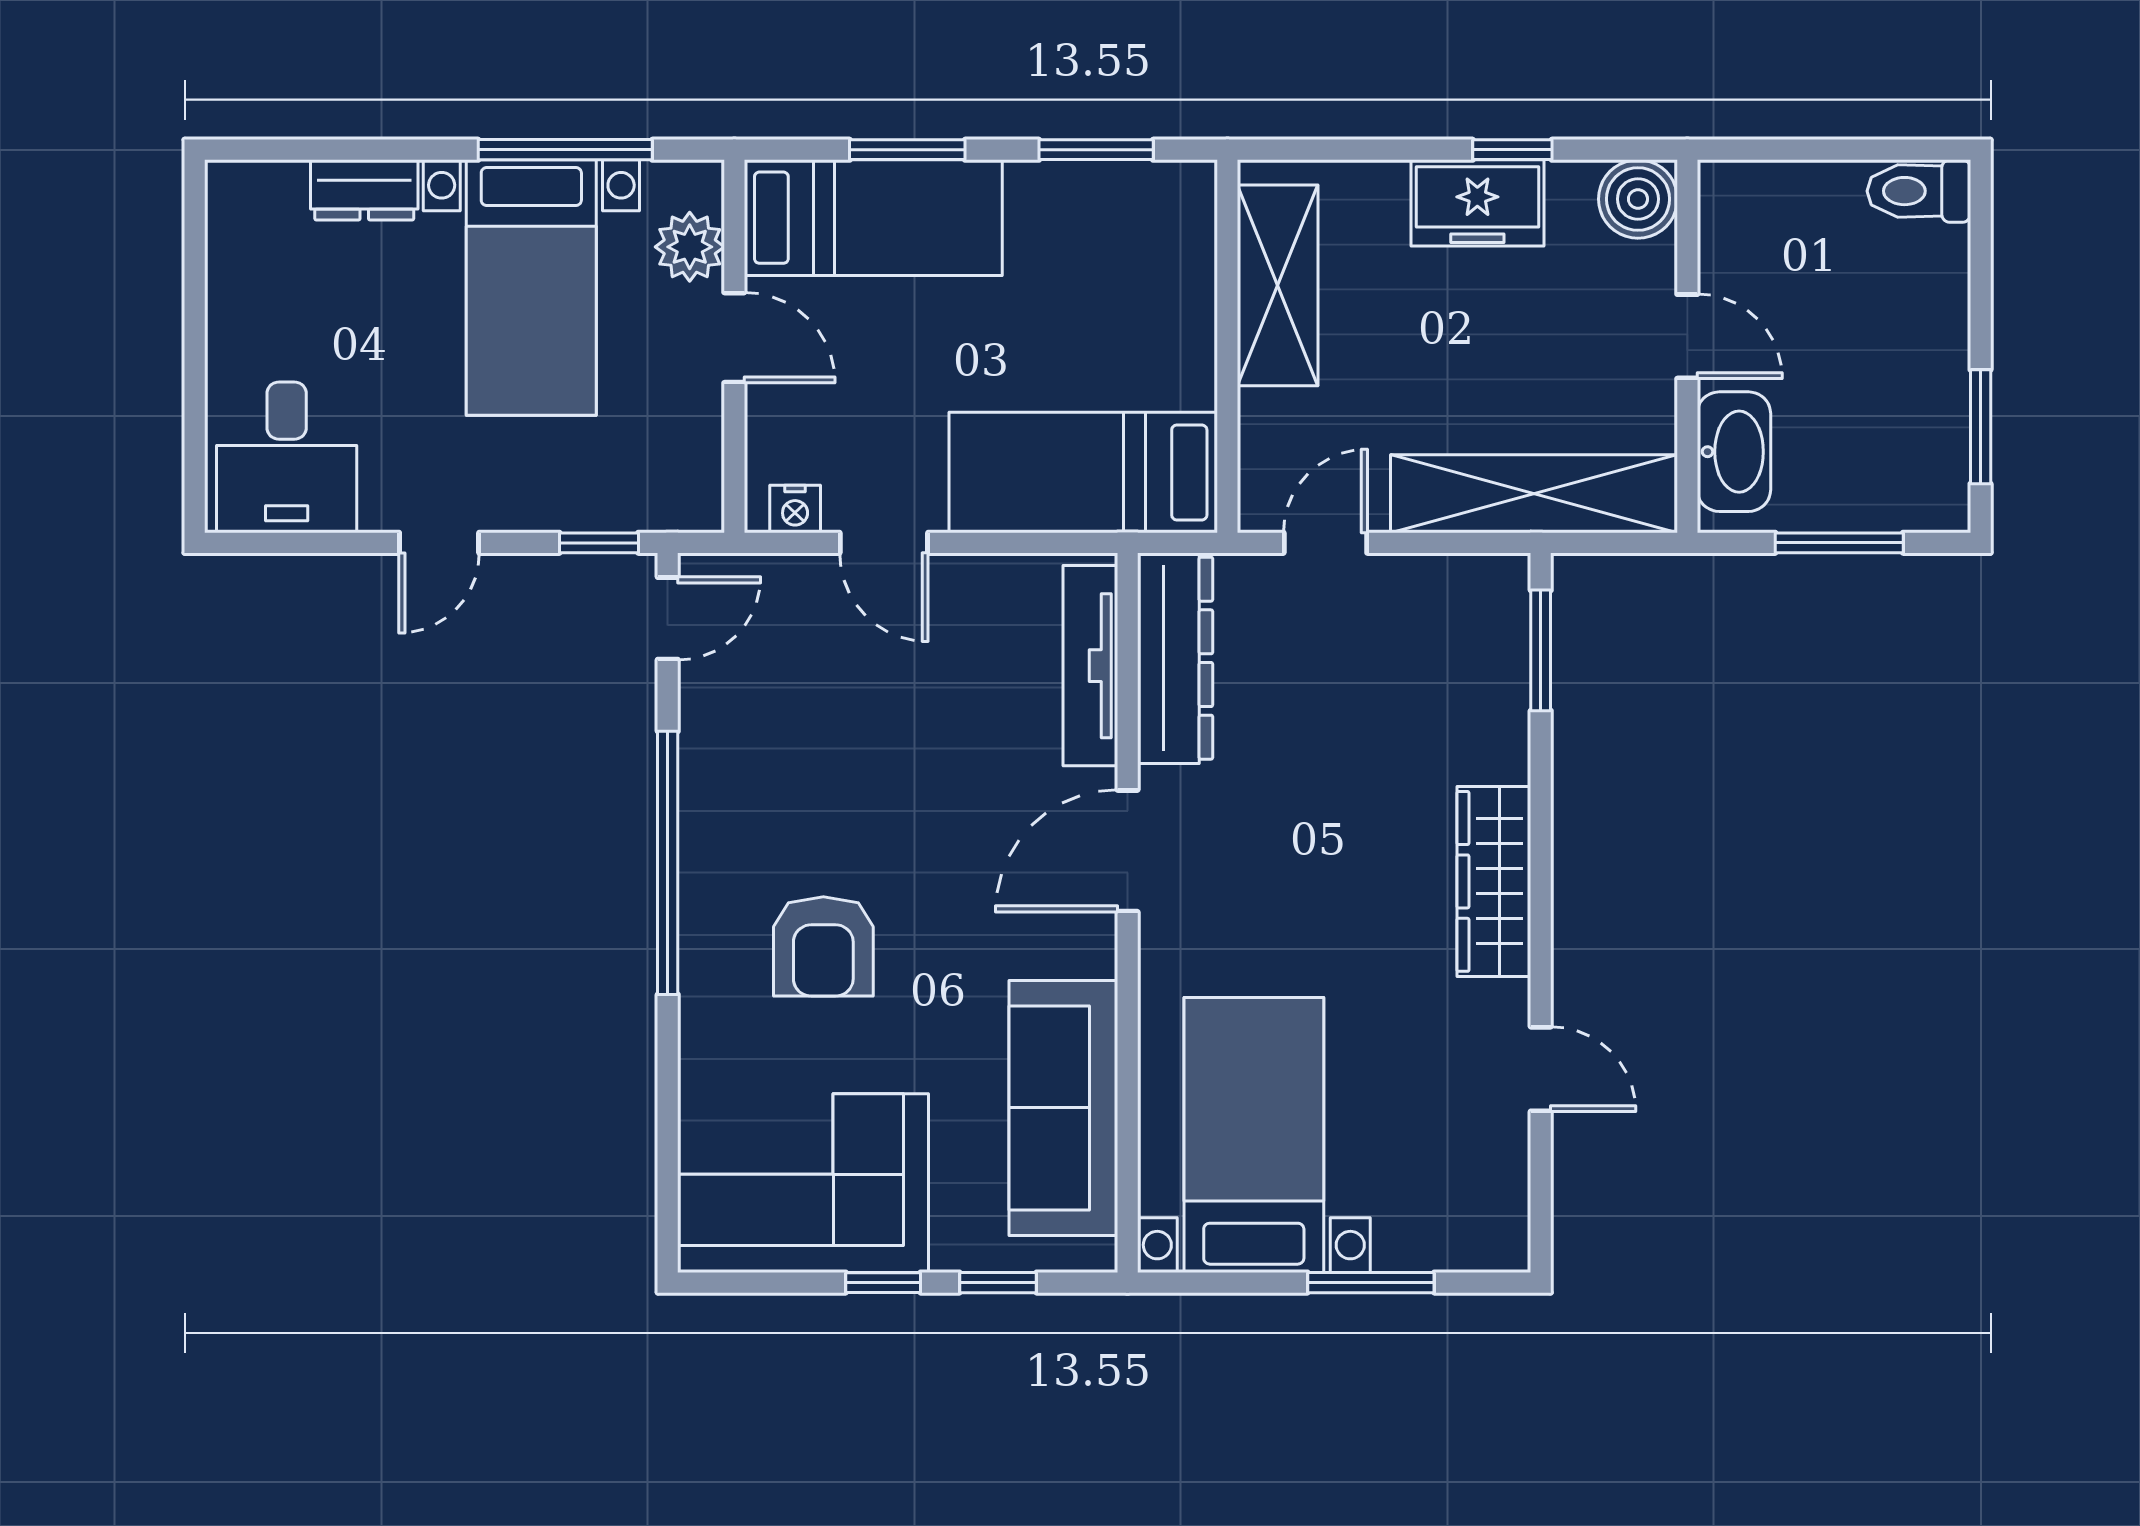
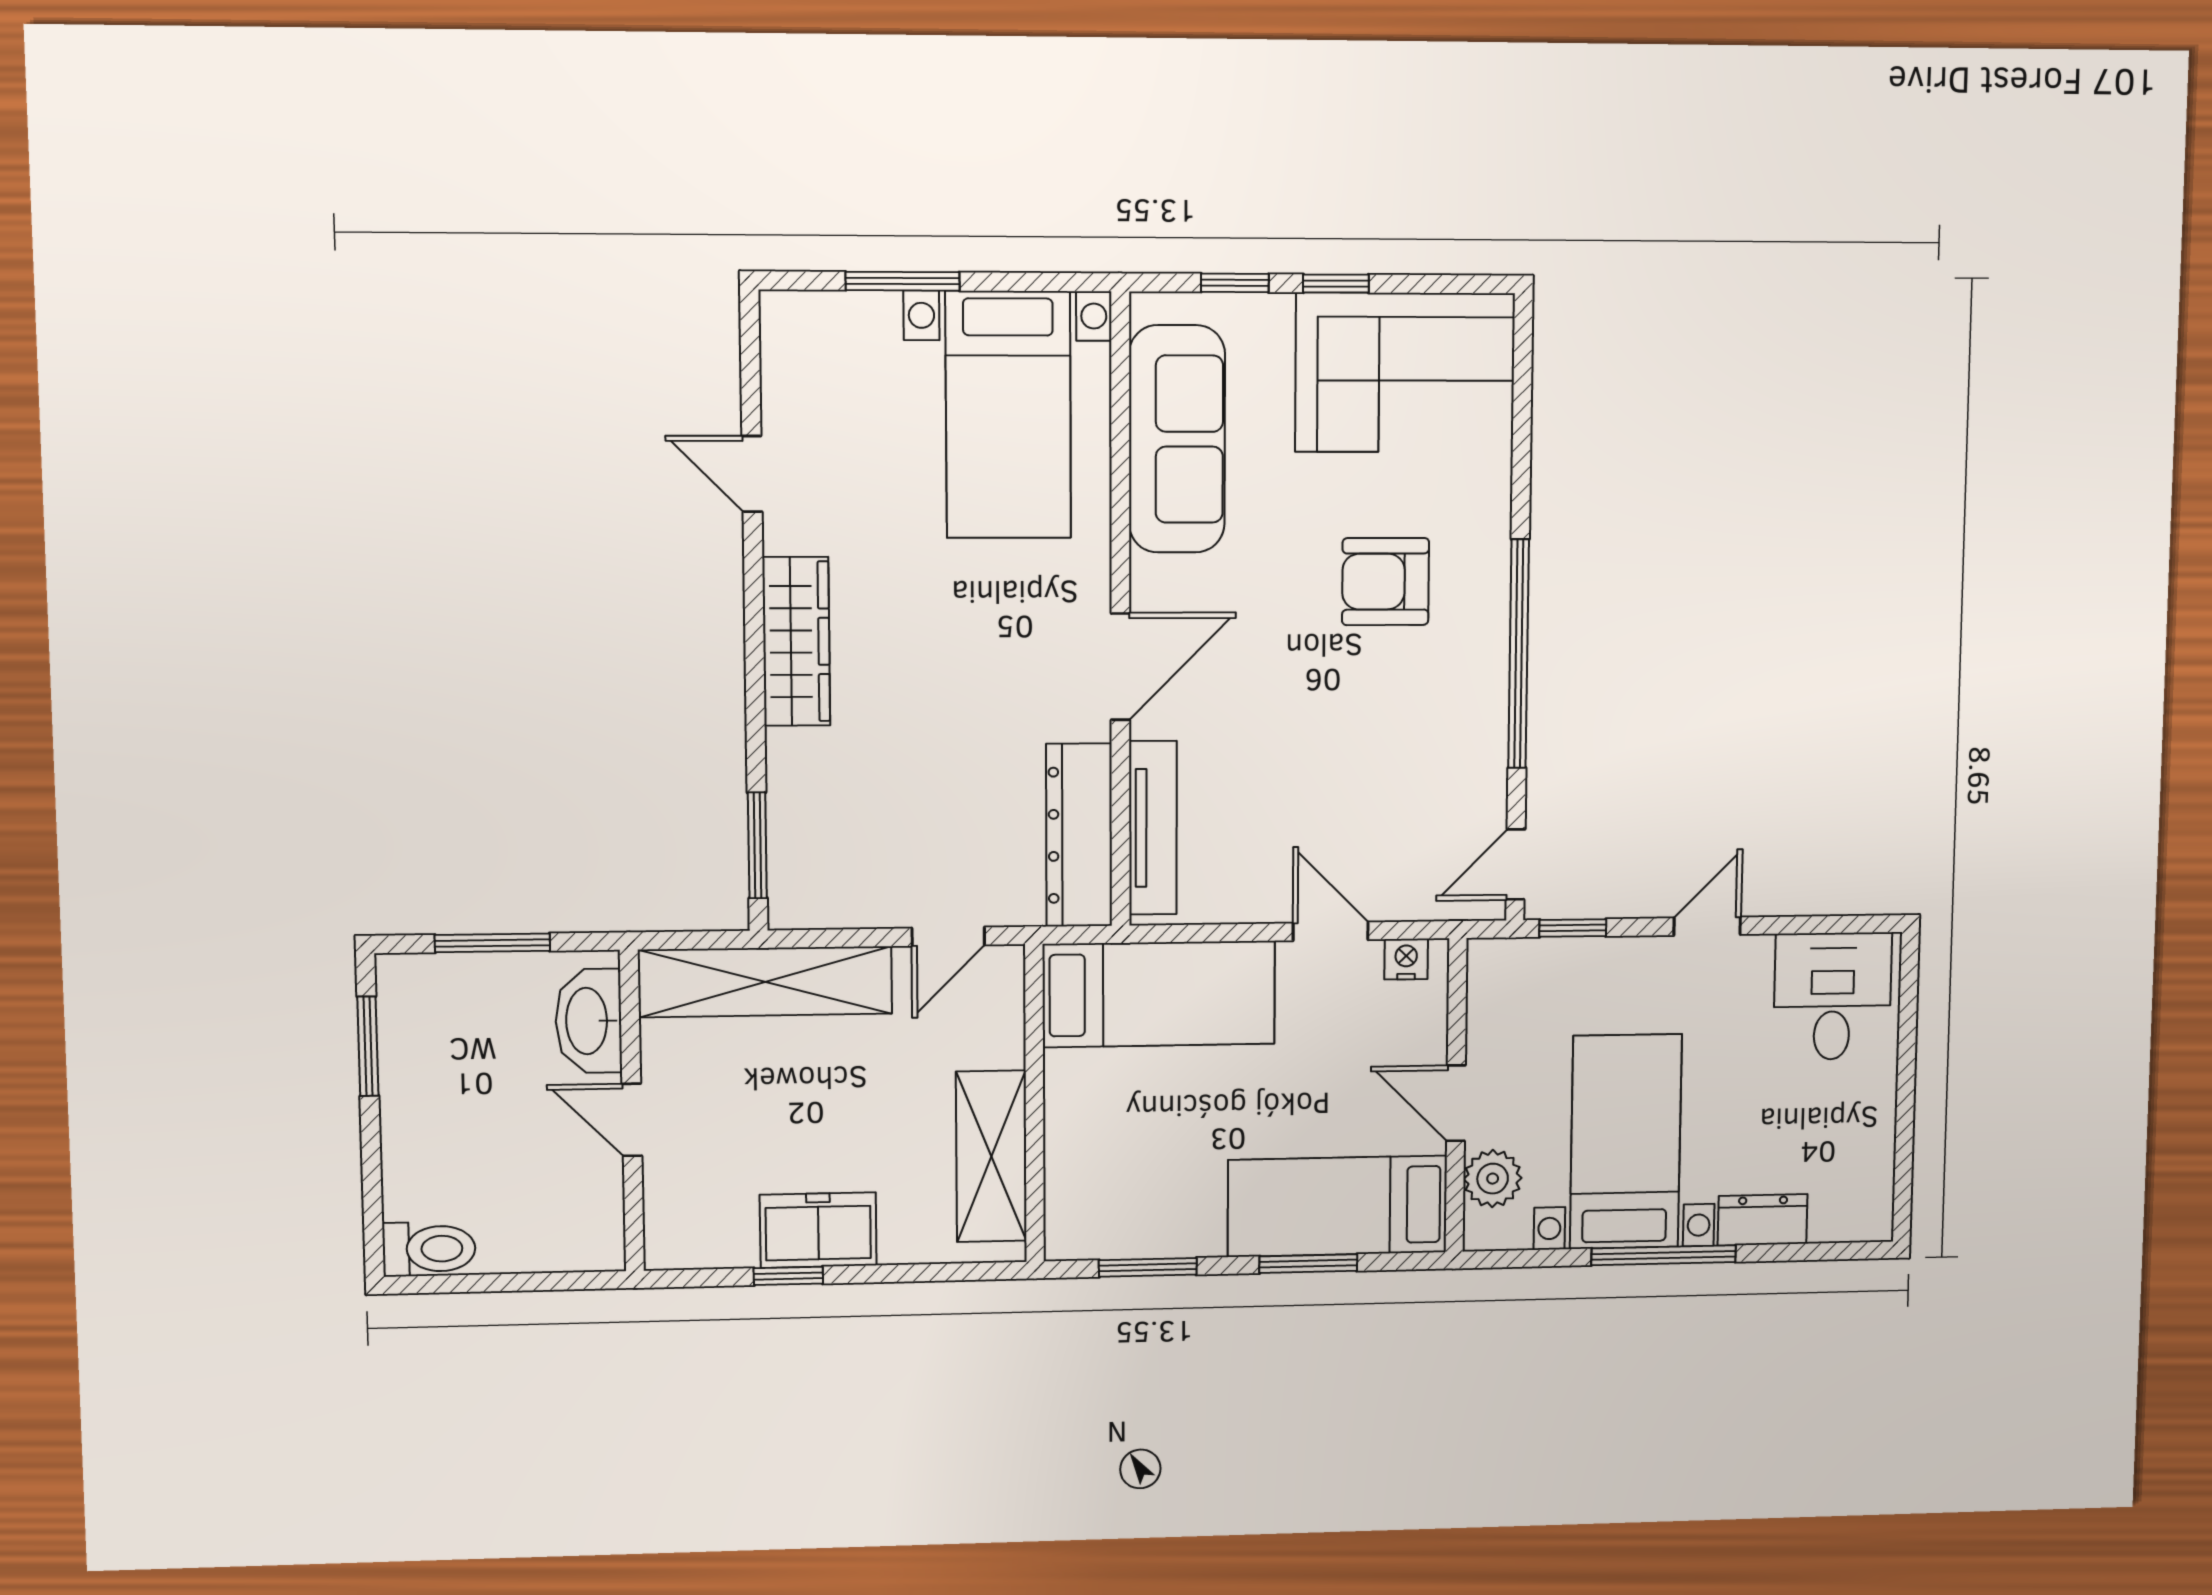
window: (565, 150) -> (1664, 1255), moved
boiler: (1638, 199) -> (678, 1237), removed
armchair: (823, 946) -> (1386, 582), turned -90

